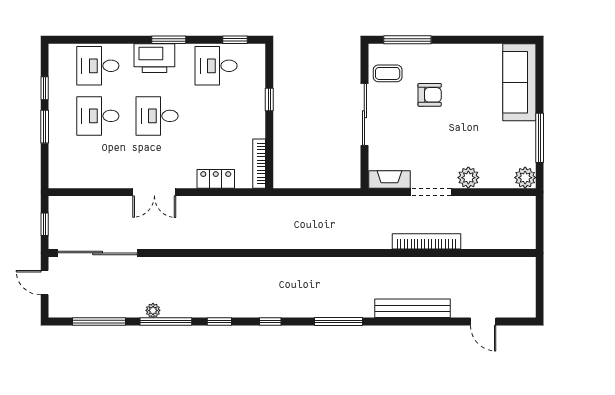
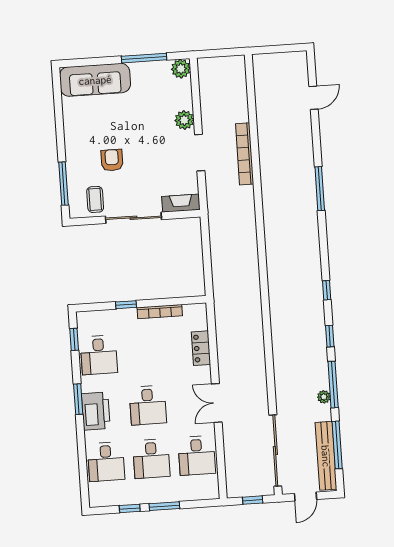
bookcase: (259, 164) -> (160, 312), moved
desk: (98, 166) -> (197, 456), added
fireplace: (389, 179) -> (181, 203), moved, turned 90
double door: (154, 192) -> (217, 403), swing flipped
bench: (413, 308) -> (326, 456), moved
window: (339, 322) -> (320, 189), moved

